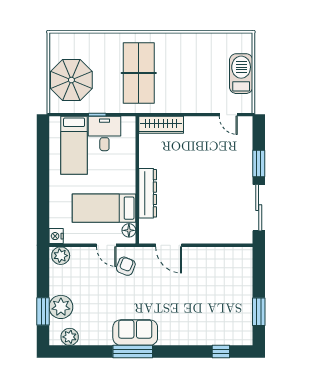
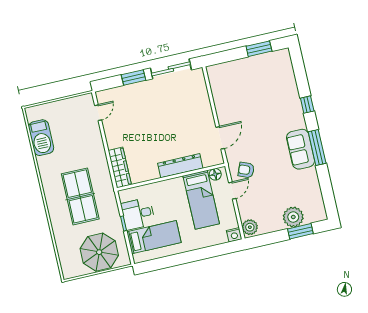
table tennis table: (139, 73) -> (80, 196), turned 90
barbecue: (241, 74) -> (41, 138), moved, turned -90
plant: (70, 337) -> (317, 204), removed
window: (221, 352) -> (307, 105), moved

